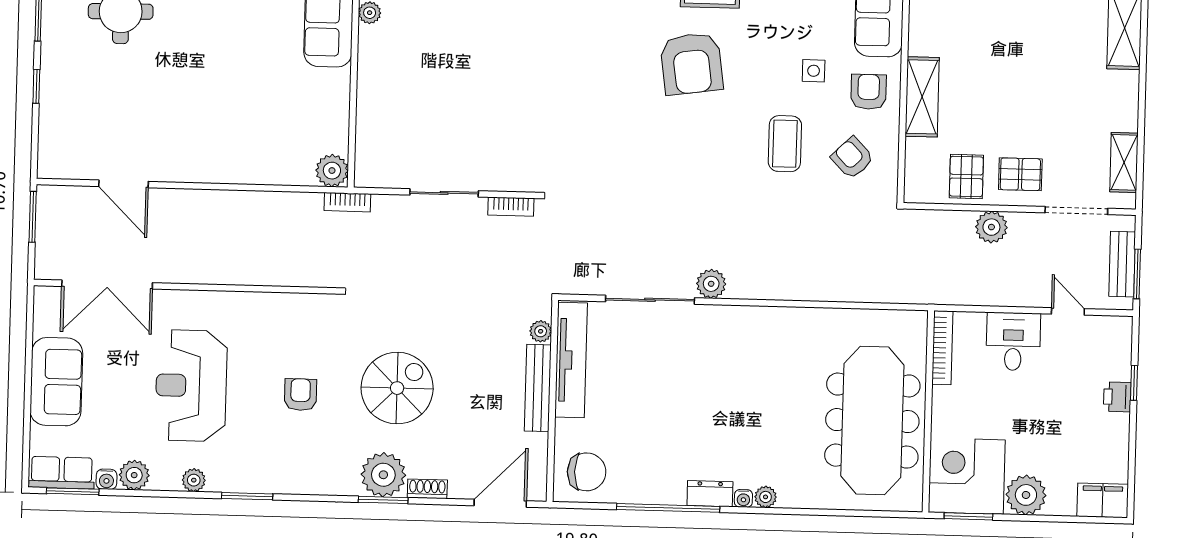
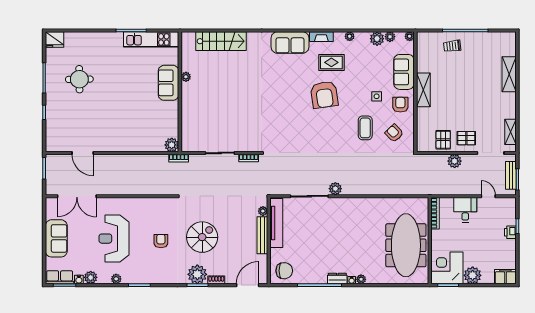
shelving: (922, 97) -> (423, 90), moved

